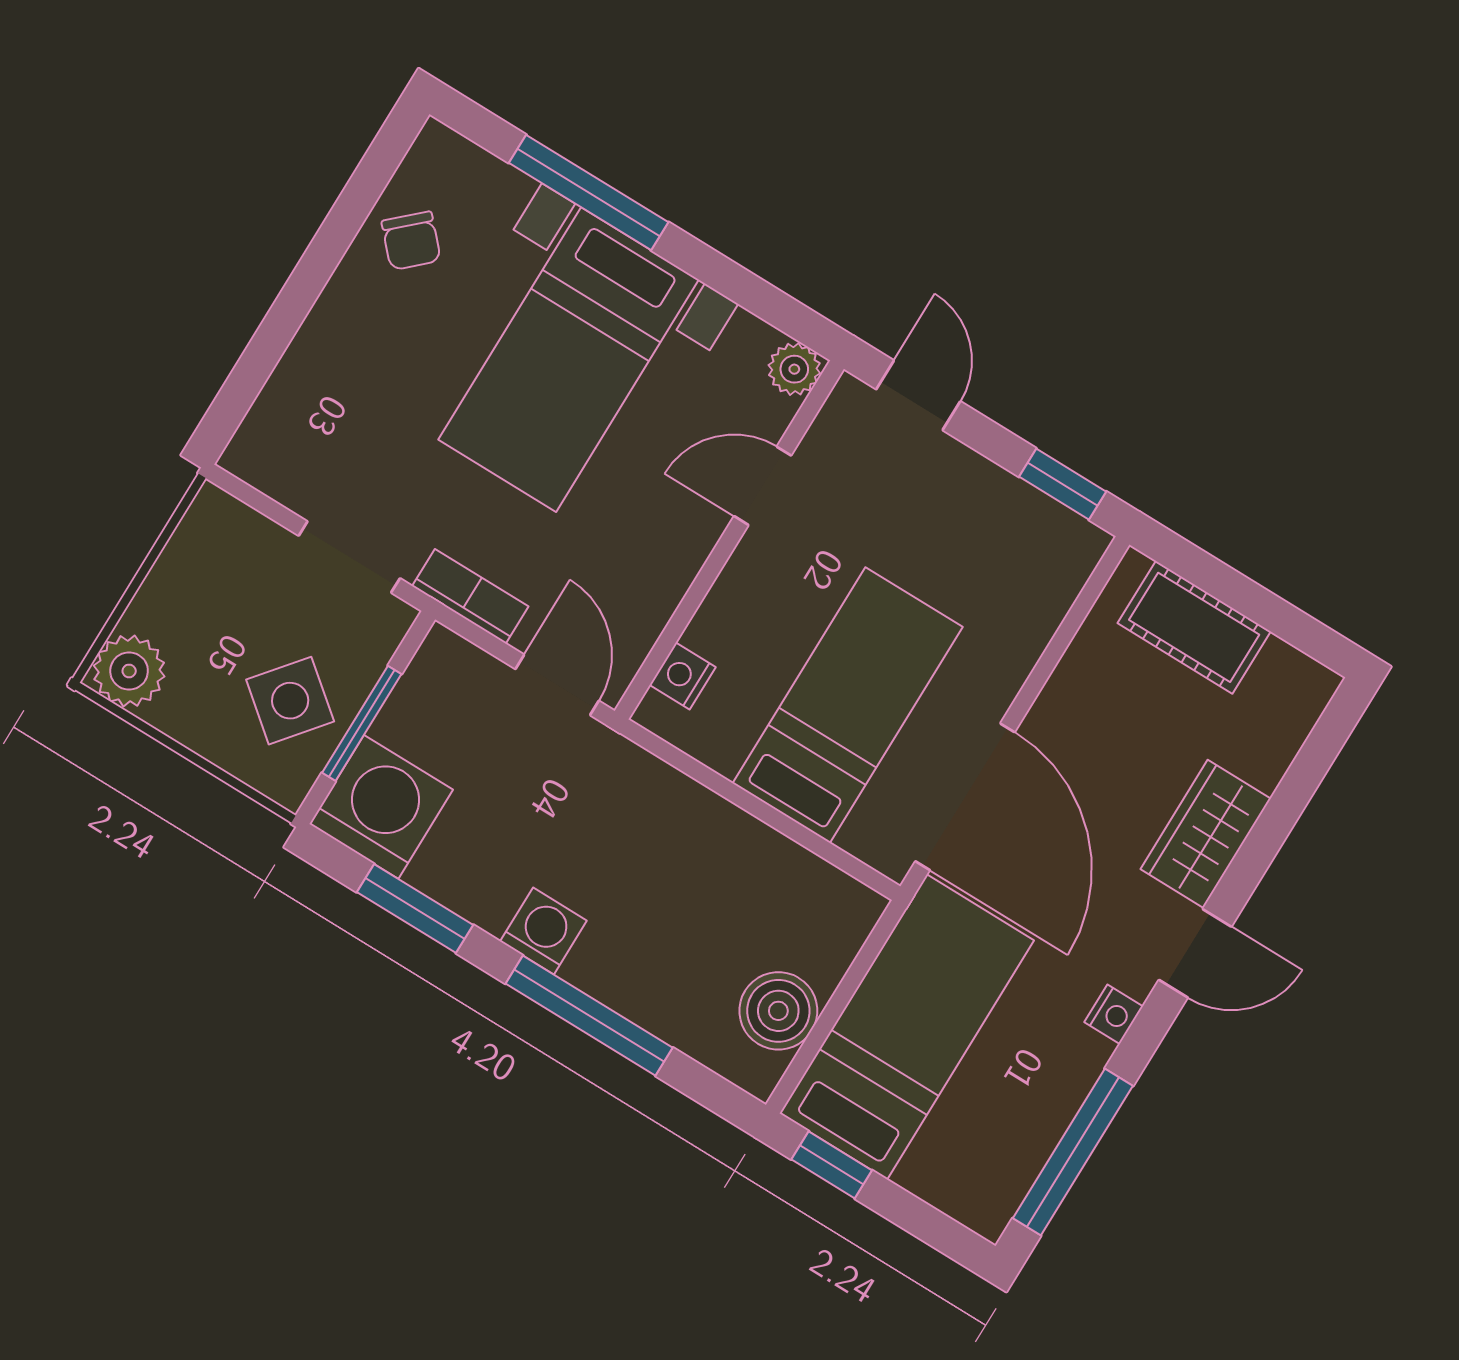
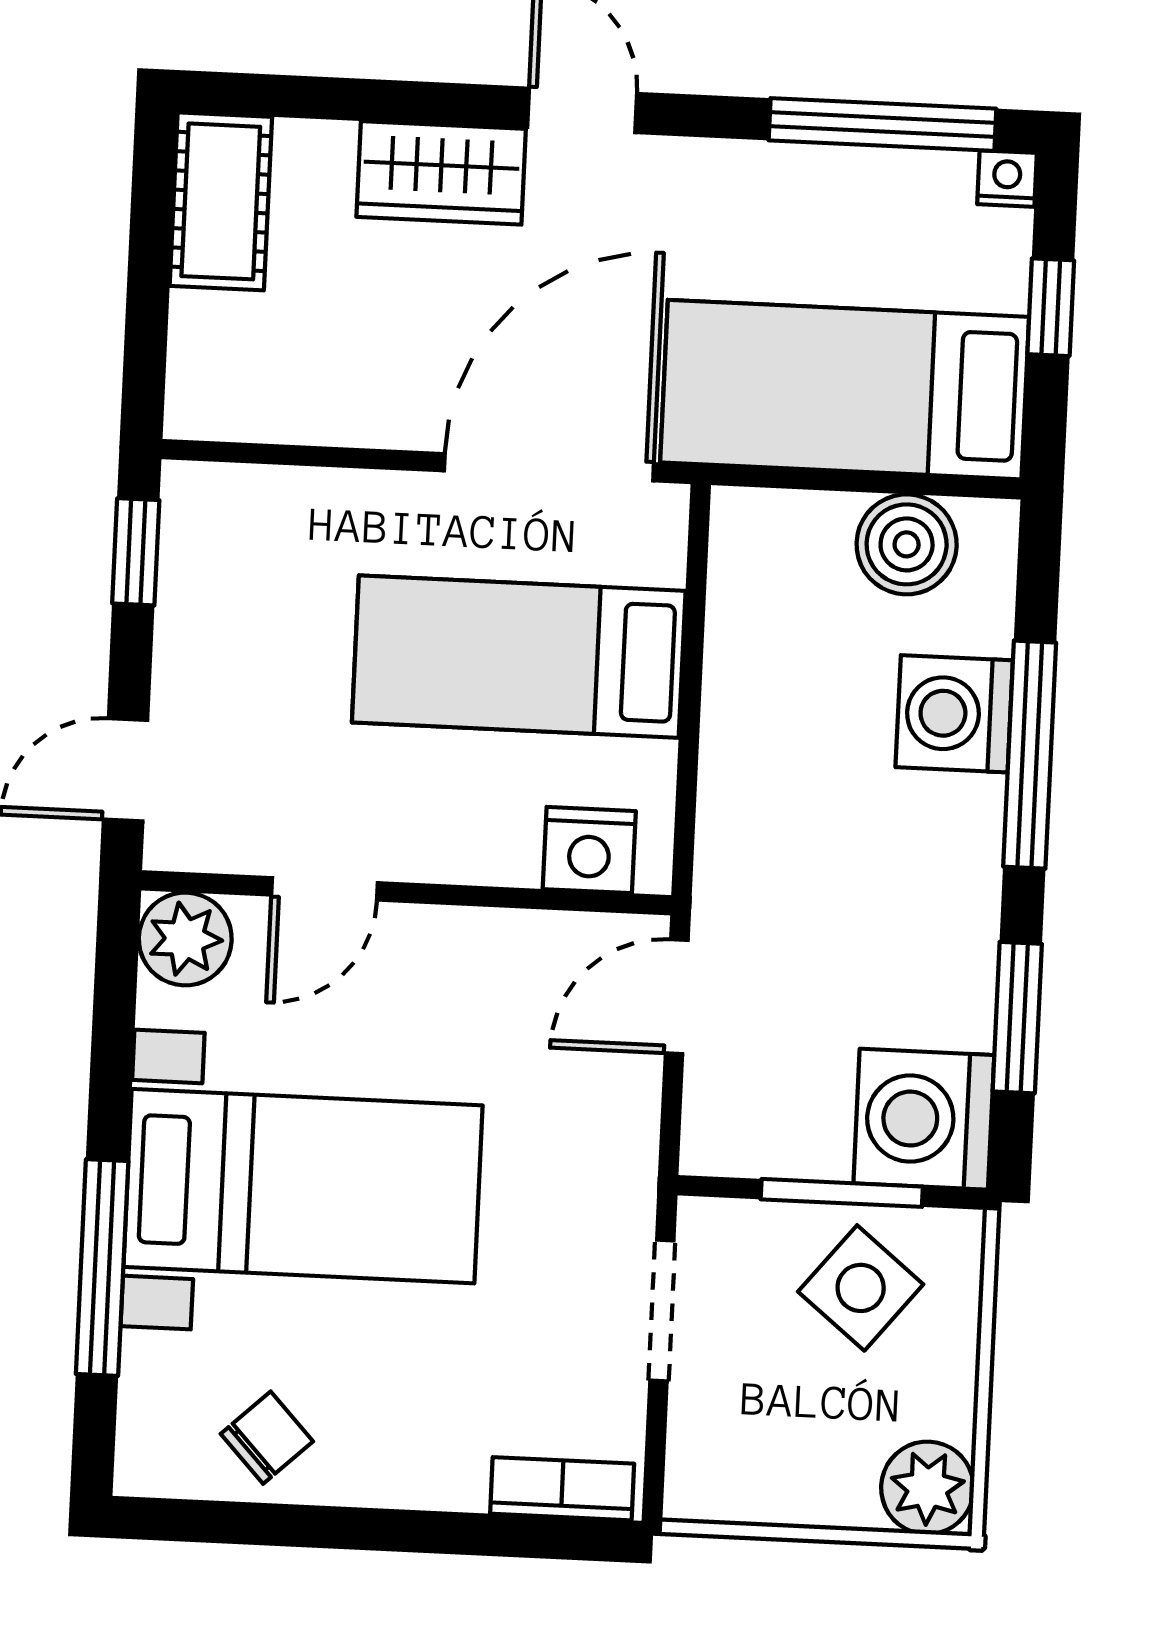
plant: (794, 369) -> (185, 939), width x1.38, depth x1.38
door: (763, 486) -> (325, 889), hinge flipped
bookcase: (470, 596) -> (562, 1489), moved, turned 90
cot: (1194, 627) -> (221, 201), moved
nightstand: (683, 676) -> (589, 850), width x1.39, depth x1.35
washing machine: (543, 931) -> (954, 714), moved, width x1.38, depth x1.38
nightstand: (1114, 1014) -> (1007, 179), moved
window: (832, 1165) -> (1051, 307), moved

